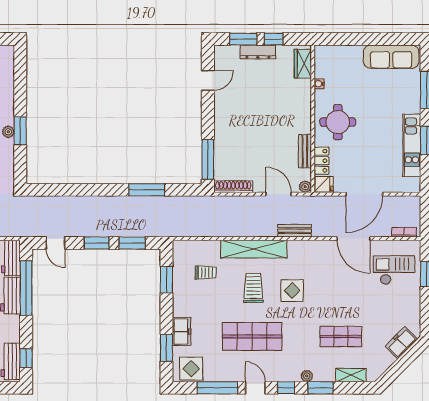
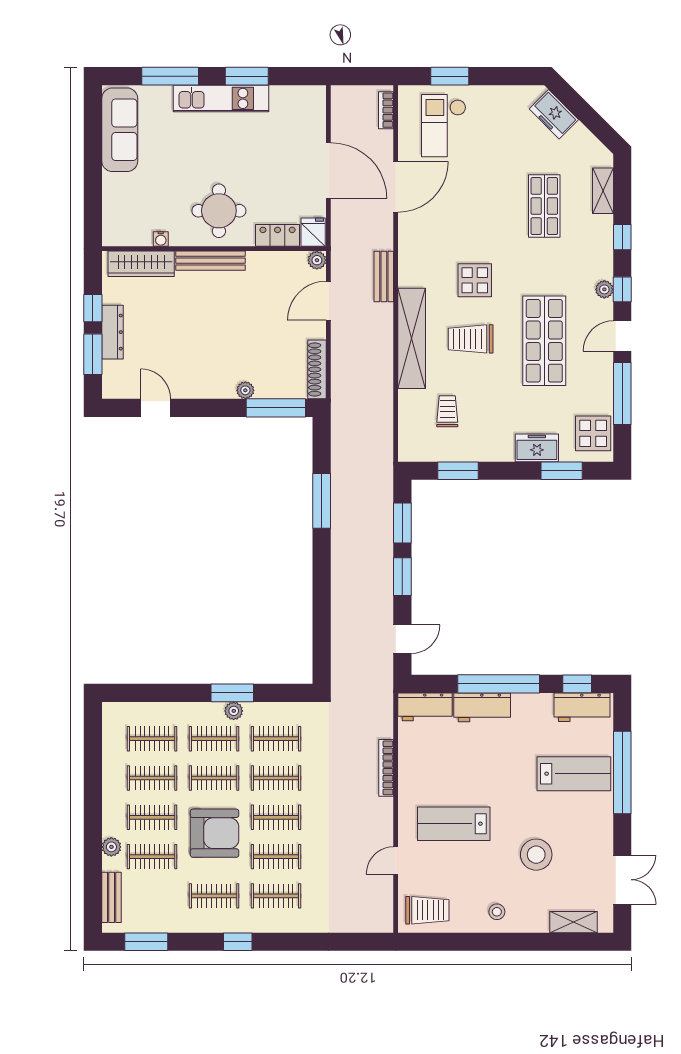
wardrobe: (303, 64) -> (141, 264), width x1.50
plant: (219, 139) -> (245, 390), added
kitchen unit: (412, 145) -> (221, 98), moved
bench: (305, 151) -> (211, 261), moved, width x1.36
window: (26, 288) -> (499, 684), moved
plant: (307, 376) -> (604, 289), moved
window: (320, 388) -> (622, 237), width x0.67

